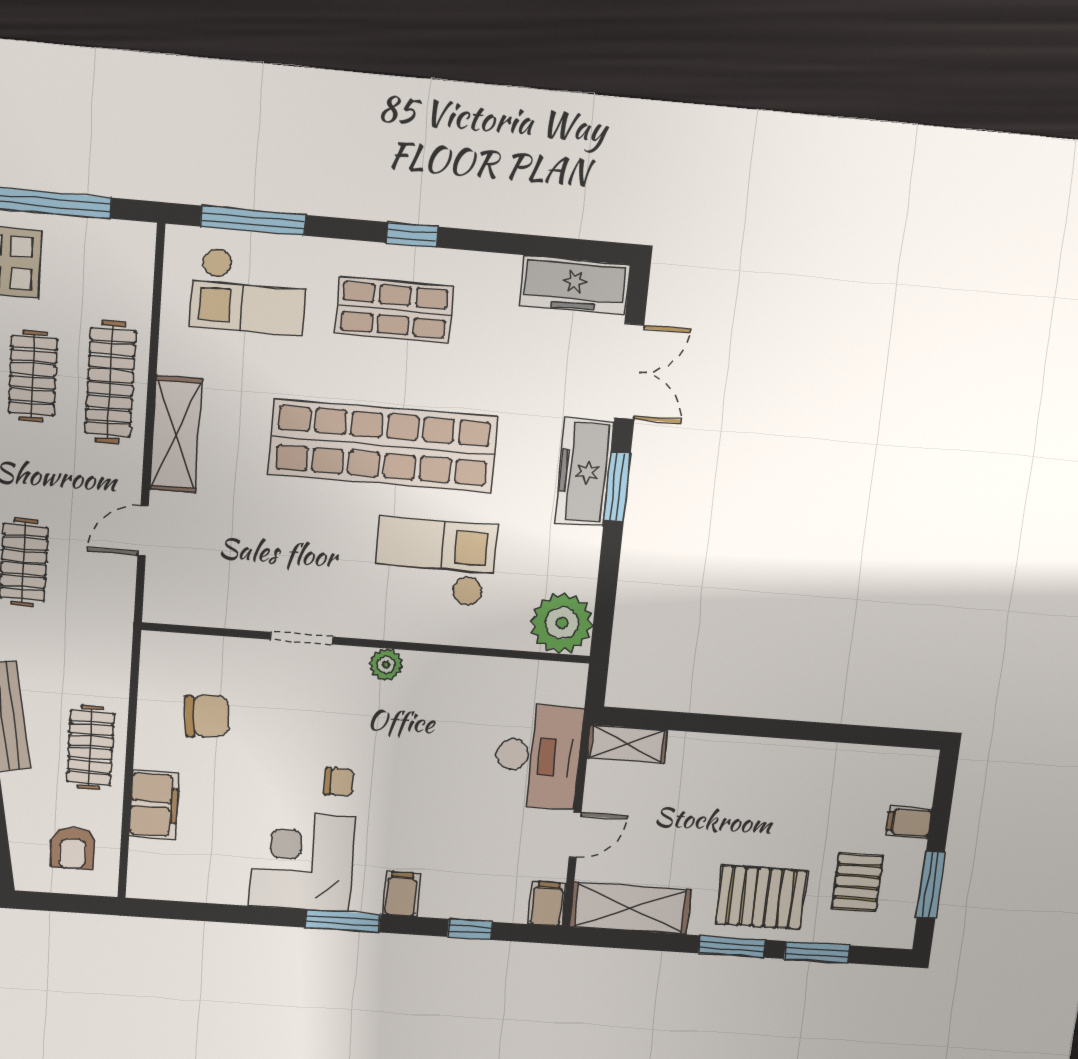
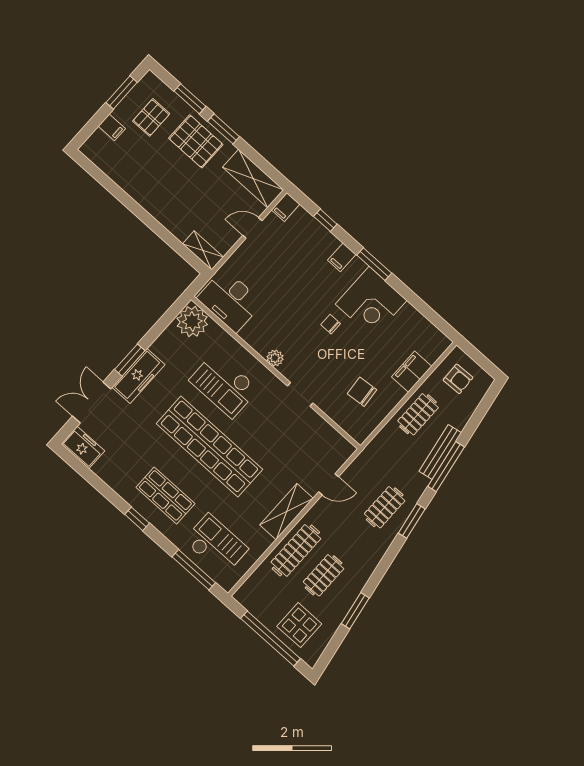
freezer: (575, 285) -> (83, 447), width x0.71
desk: (538, 756) -> (230, 300), moved, turned -90
armchair: (73, 848) -> (458, 379), turned 88

